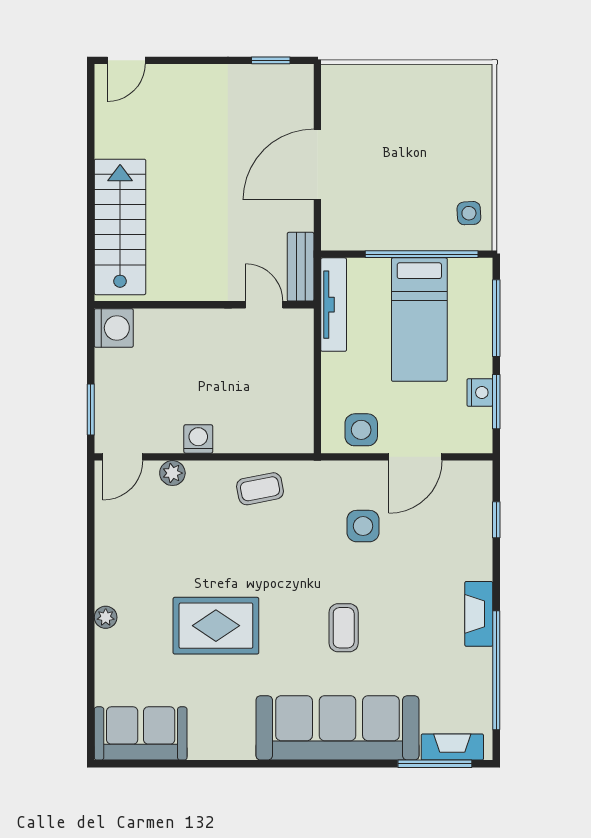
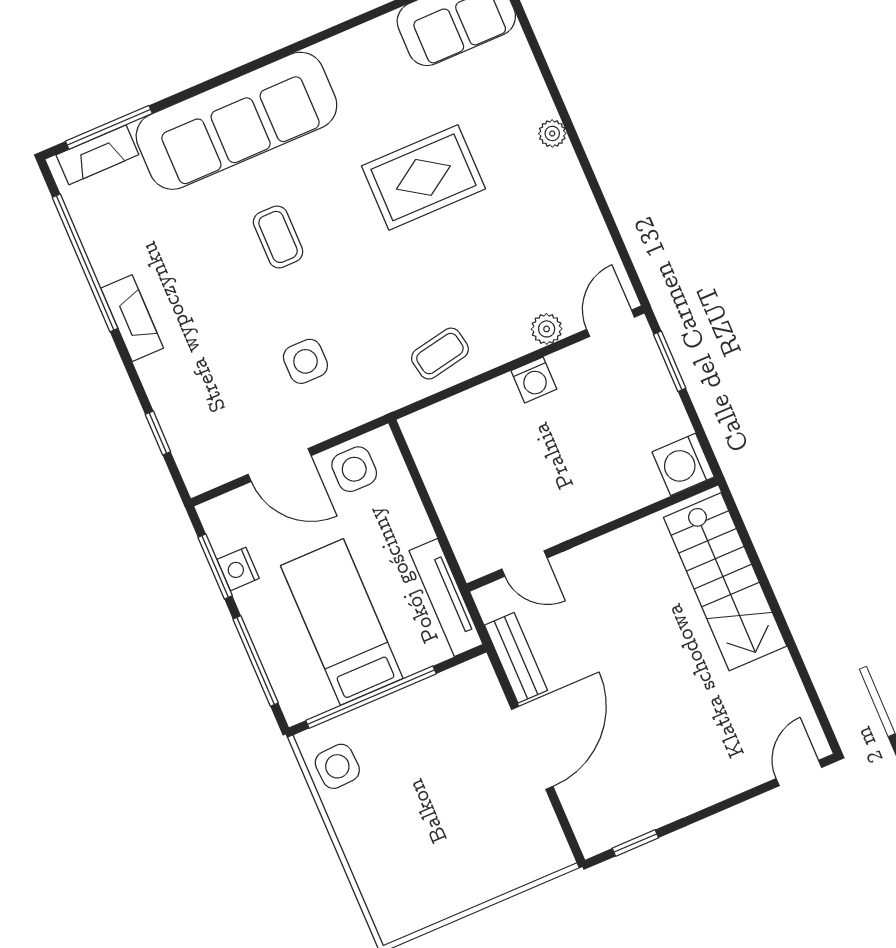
side table: (469, 213) -> (337, 766), width x1.37, depth x1.37
bench: (301, 267) -> (516, 658), moved
door: (415, 457) -> (280, 465), swing flipped

